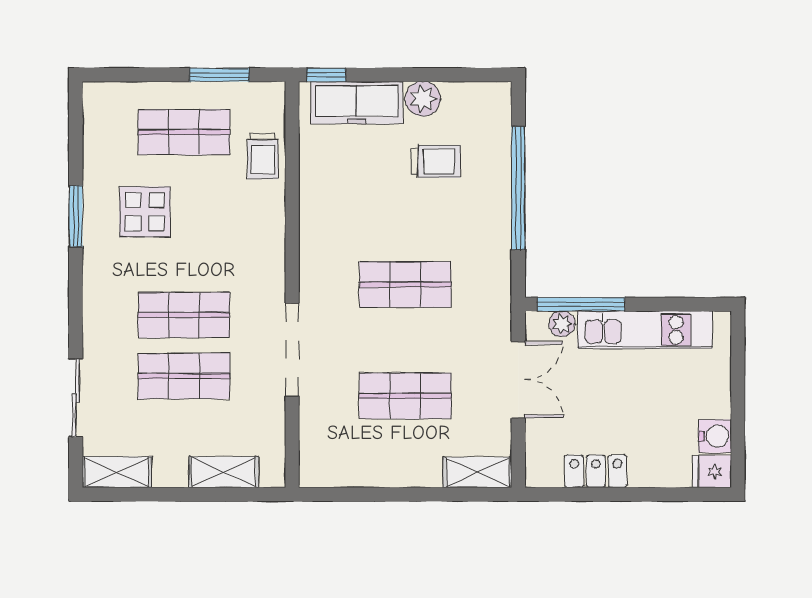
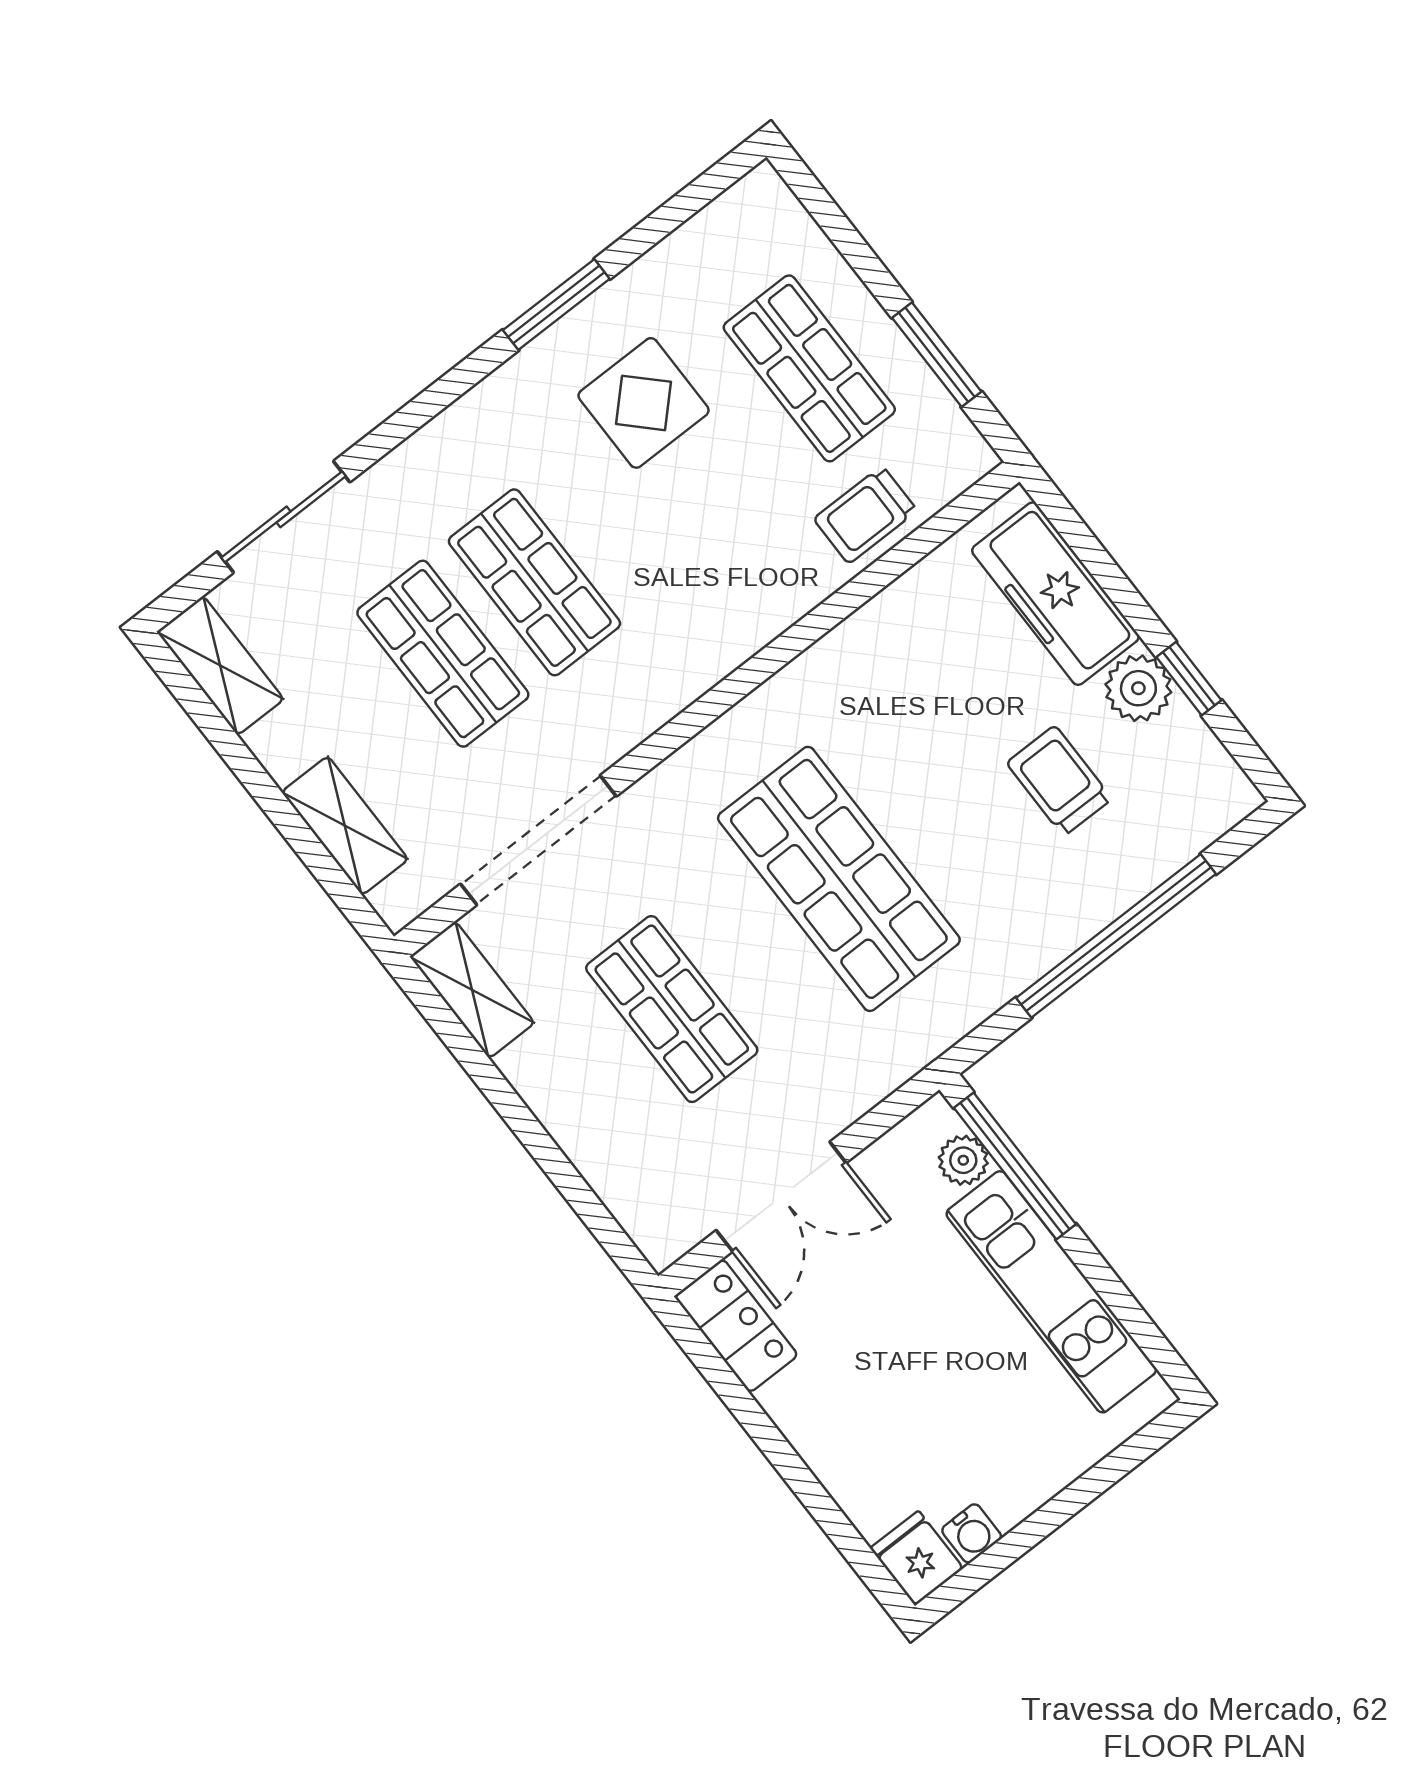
window: (326, 75) -> (1189, 679), moved
trolley: (436, 161) -> (1059, 781), turned 180
shop shelf: (405, 285) -> (839, 879), width x1.43, depth x1.36
doorway: (292, 350) -> (538, 840), moved
double door: (518, 380) -> (781, 1197), moved
water cooler: (715, 436) -> (972, 1533), width x0.72, depth x0.72
locker: (596, 471) -> (736, 1326), moved
shelving: (478, 472) -> (472, 990), moved

